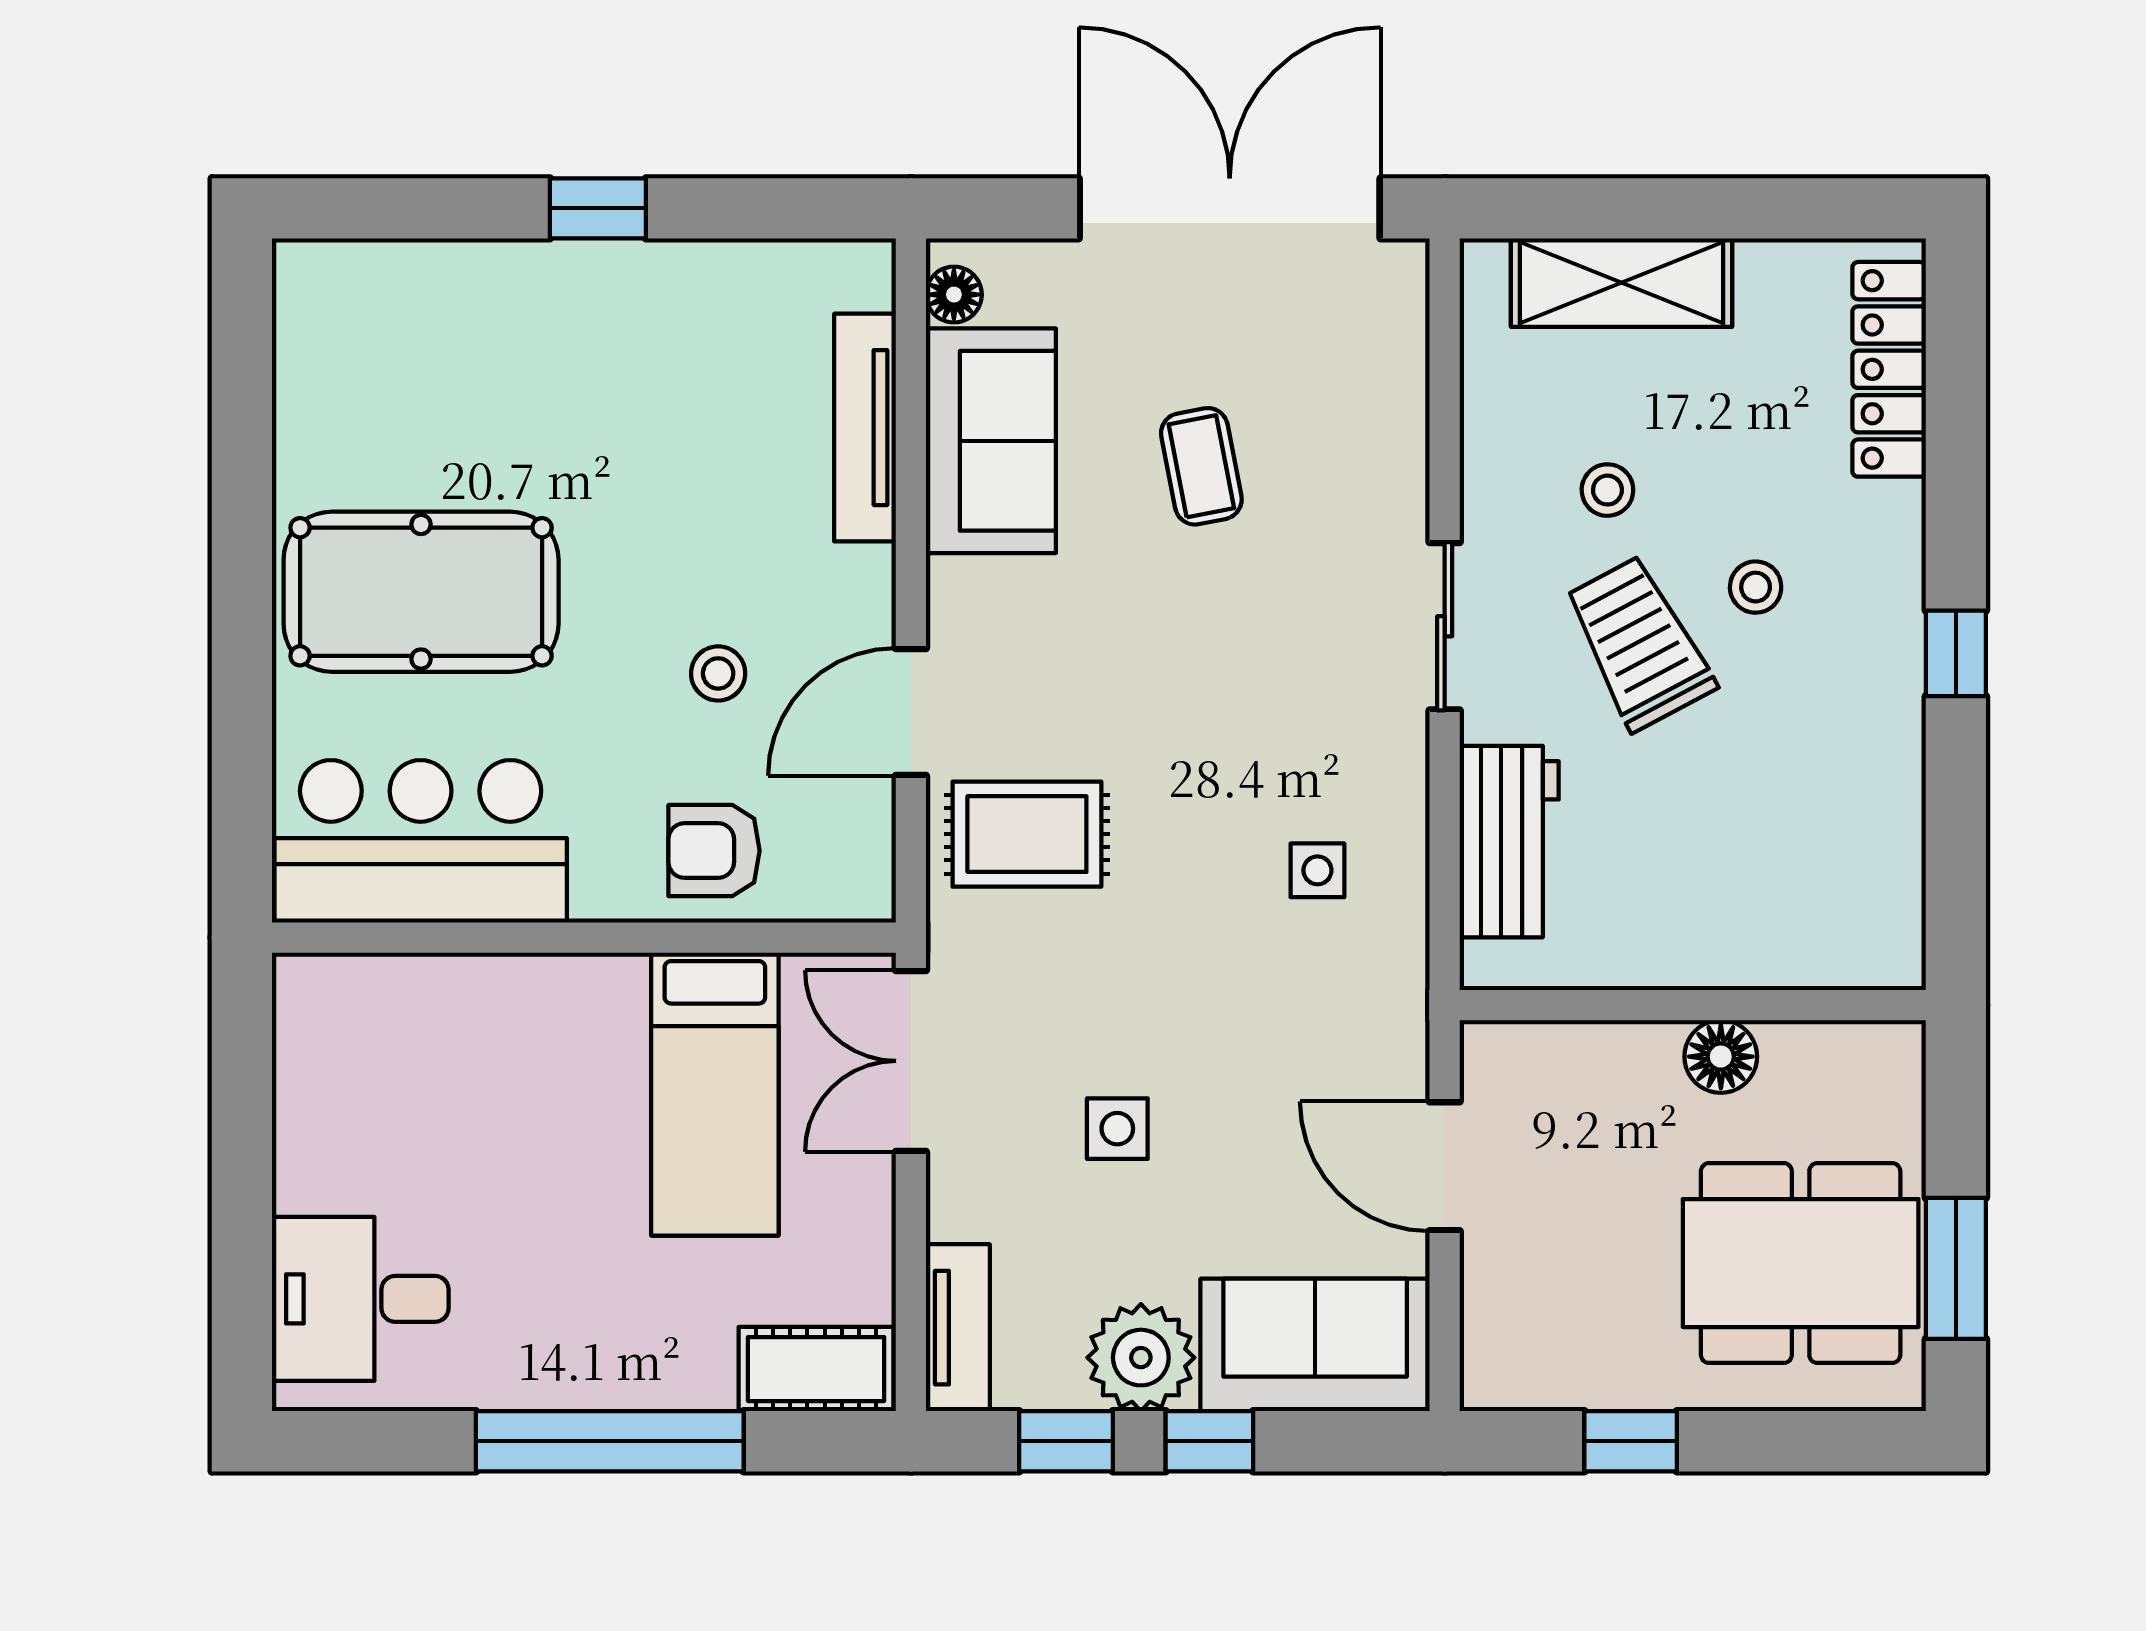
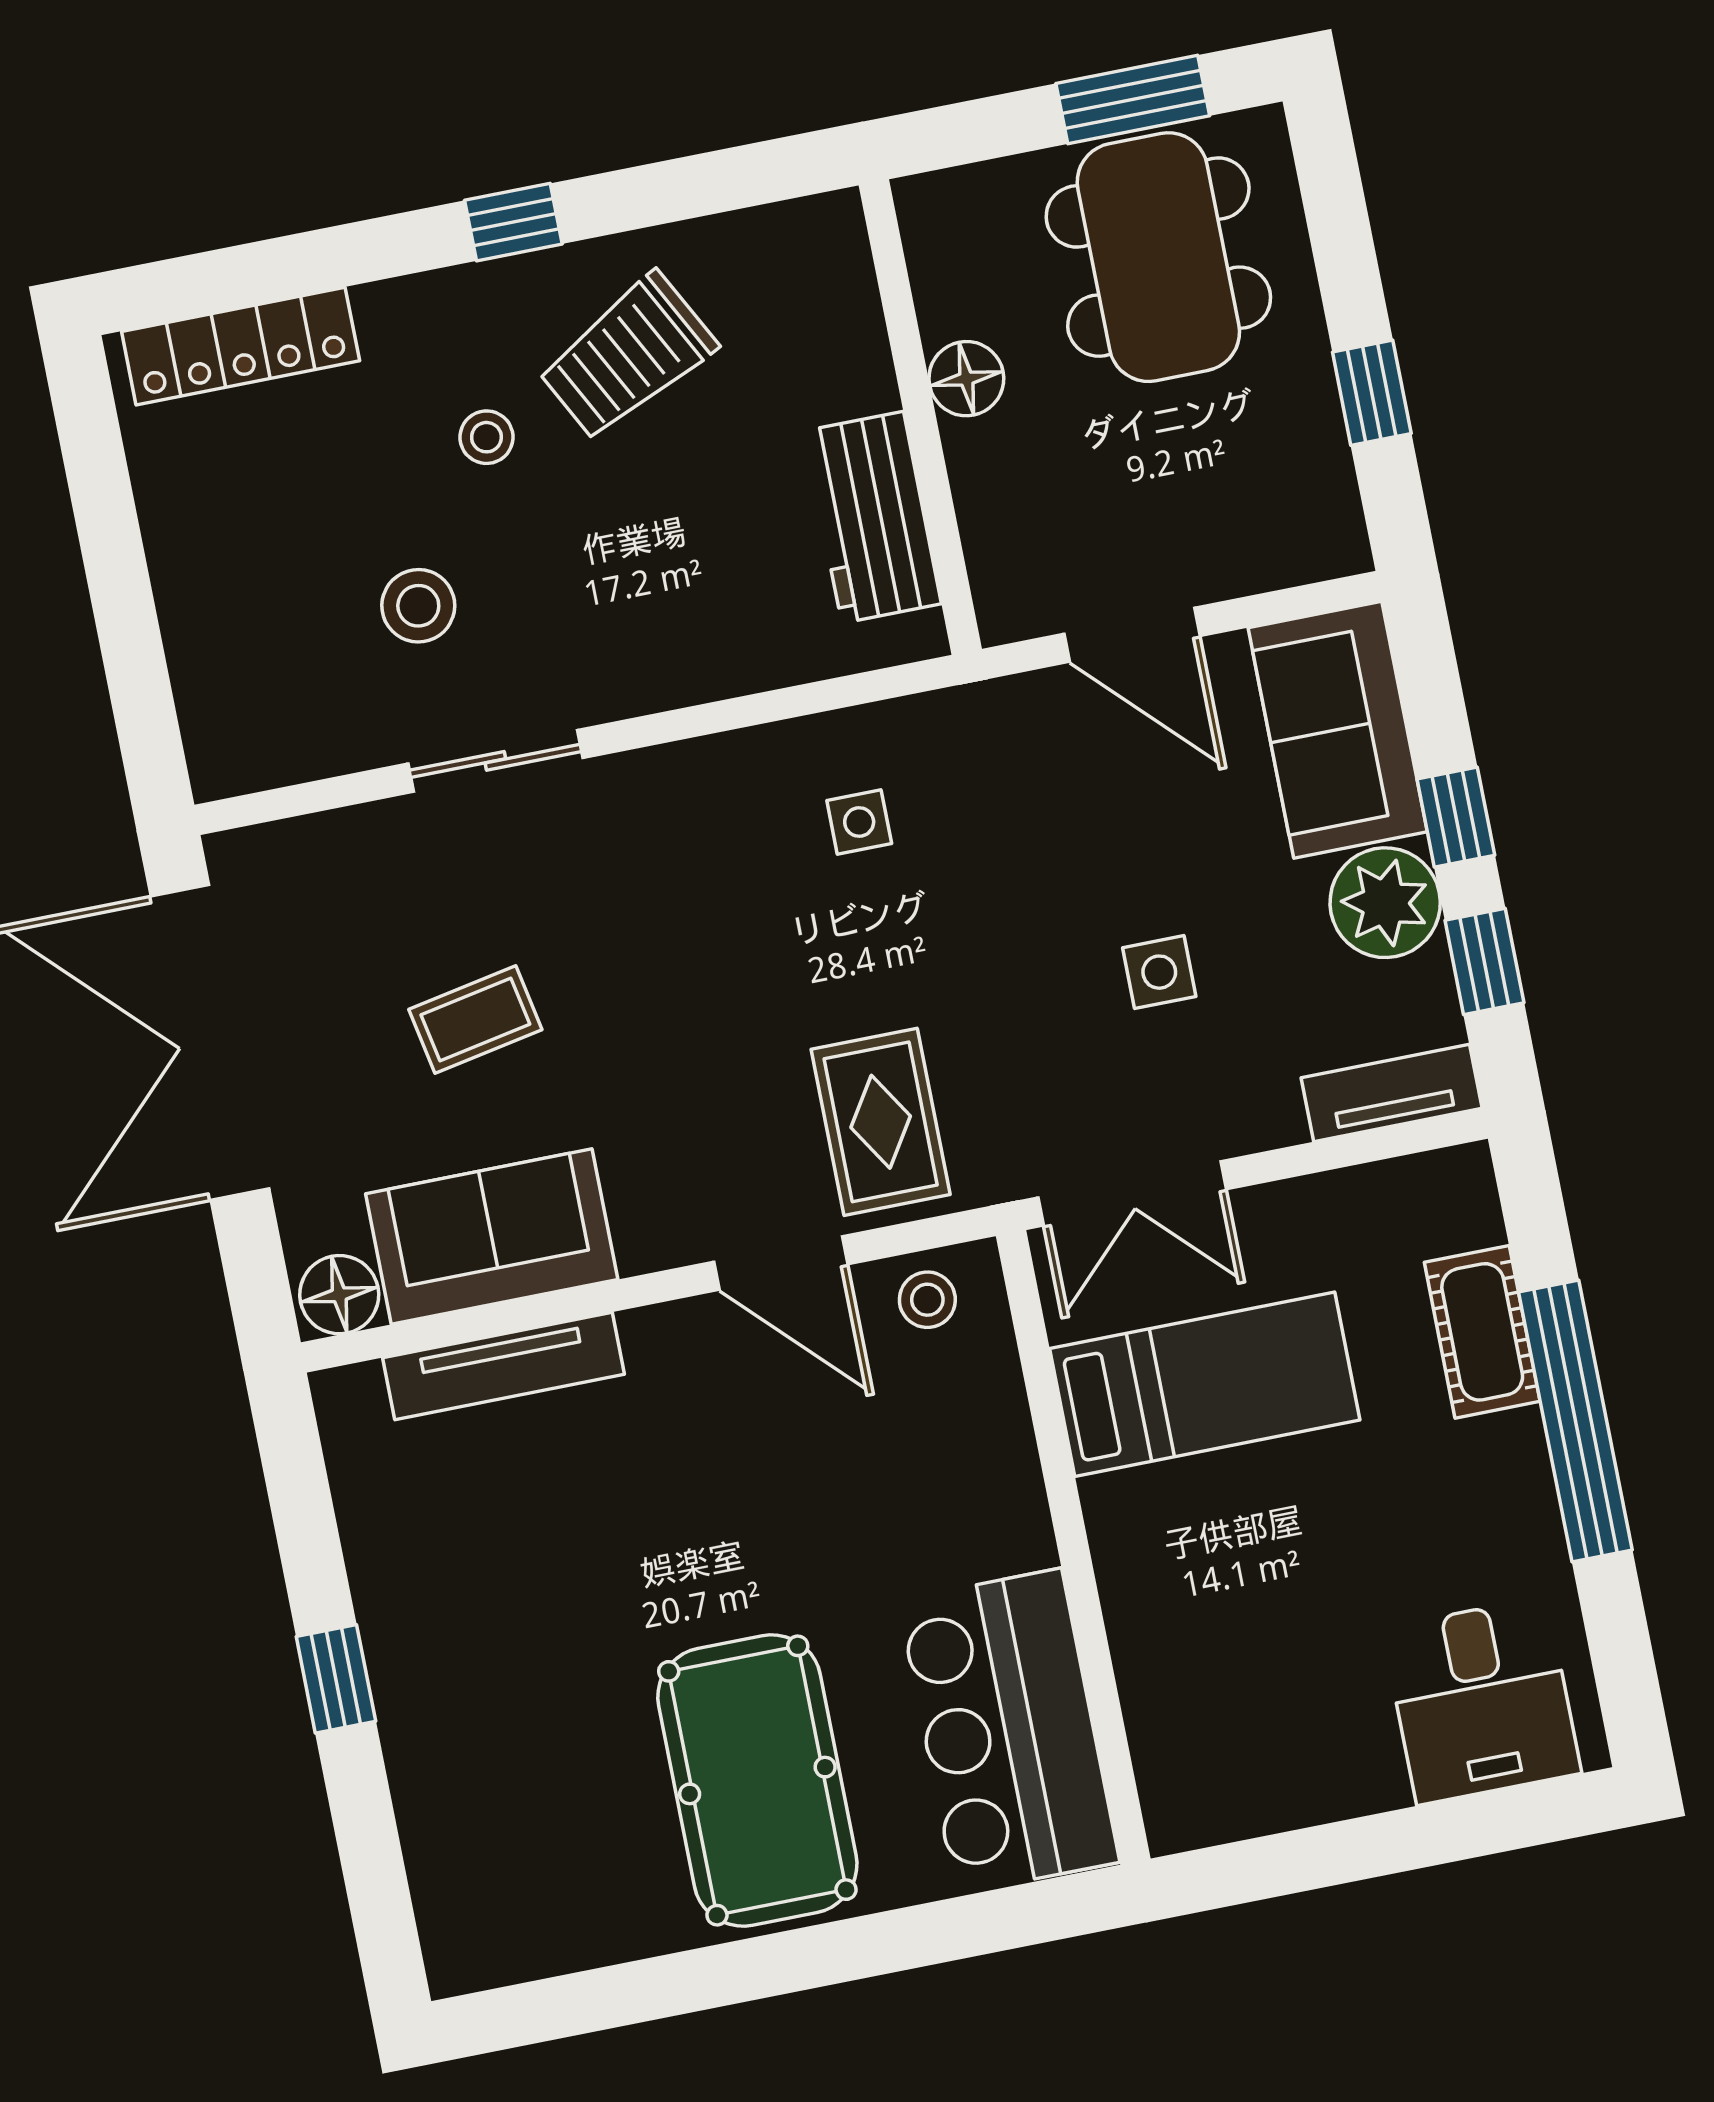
shelving: (1621, 283) -> (207, 633), removed
floor lamp: (954, 295) -> (339, 1295), width x1.37, depth x1.37
stool: (1607, 490) -> (418, 606), width x1.37, depth x1.37
sliding door: (1445, 626) -> (495, 761), moved
trolley: (1639, 643) -> (627, 357), moved
stool: (718, 673) -> (927, 1300), moved
workbench: (1509, 842) -> (873, 517), moved, turned -90
armchair: (714, 851) -> (960, 1434), removed
door: (1445, 1166) -> (1132, 635), hinge flipped
cot: (816, 1369) -> (1482, 1332), moved

